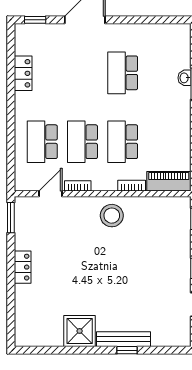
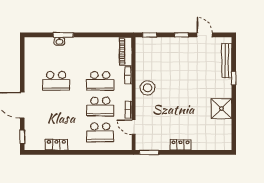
bench: (123, 339) -> (227, 61), moved

